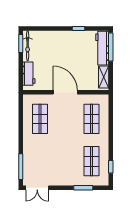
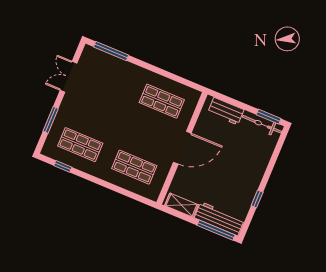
double door: (37, 188) -> (69, 77), moved

